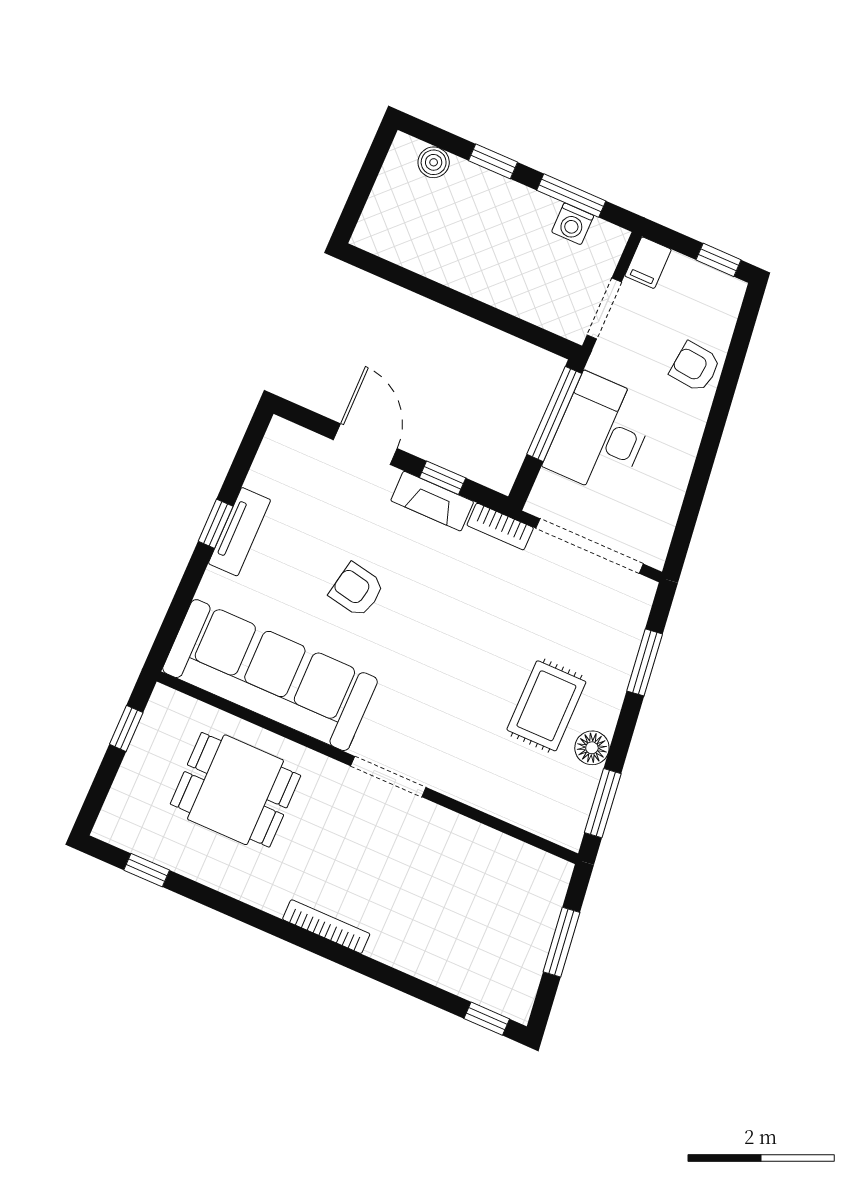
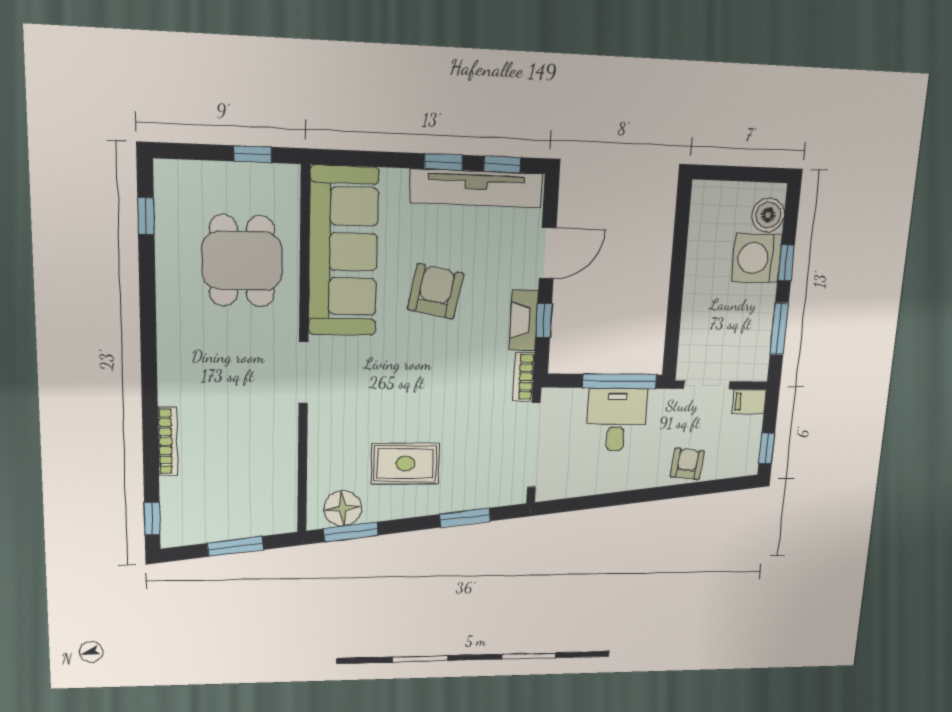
boiler: (434, 162) -> (768, 215), width x1.36, depth x1.36
washing machine: (573, 224) -> (757, 258), moved, width x1.89, depth x1.89
desk: (601, 435) -> (617, 420), width x0.73
window: (244, 459) -> (502, 164), added
tv unit: (240, 532) -> (476, 188), width x1.92, depth x1.29
armchair: (357, 590) -> (435, 291), width x1.38, depth x1.38
floor lamp: (592, 748) -> (343, 509), moved, width x1.38, depth x1.38
bookcase: (326, 927) -> (168, 441), moved

